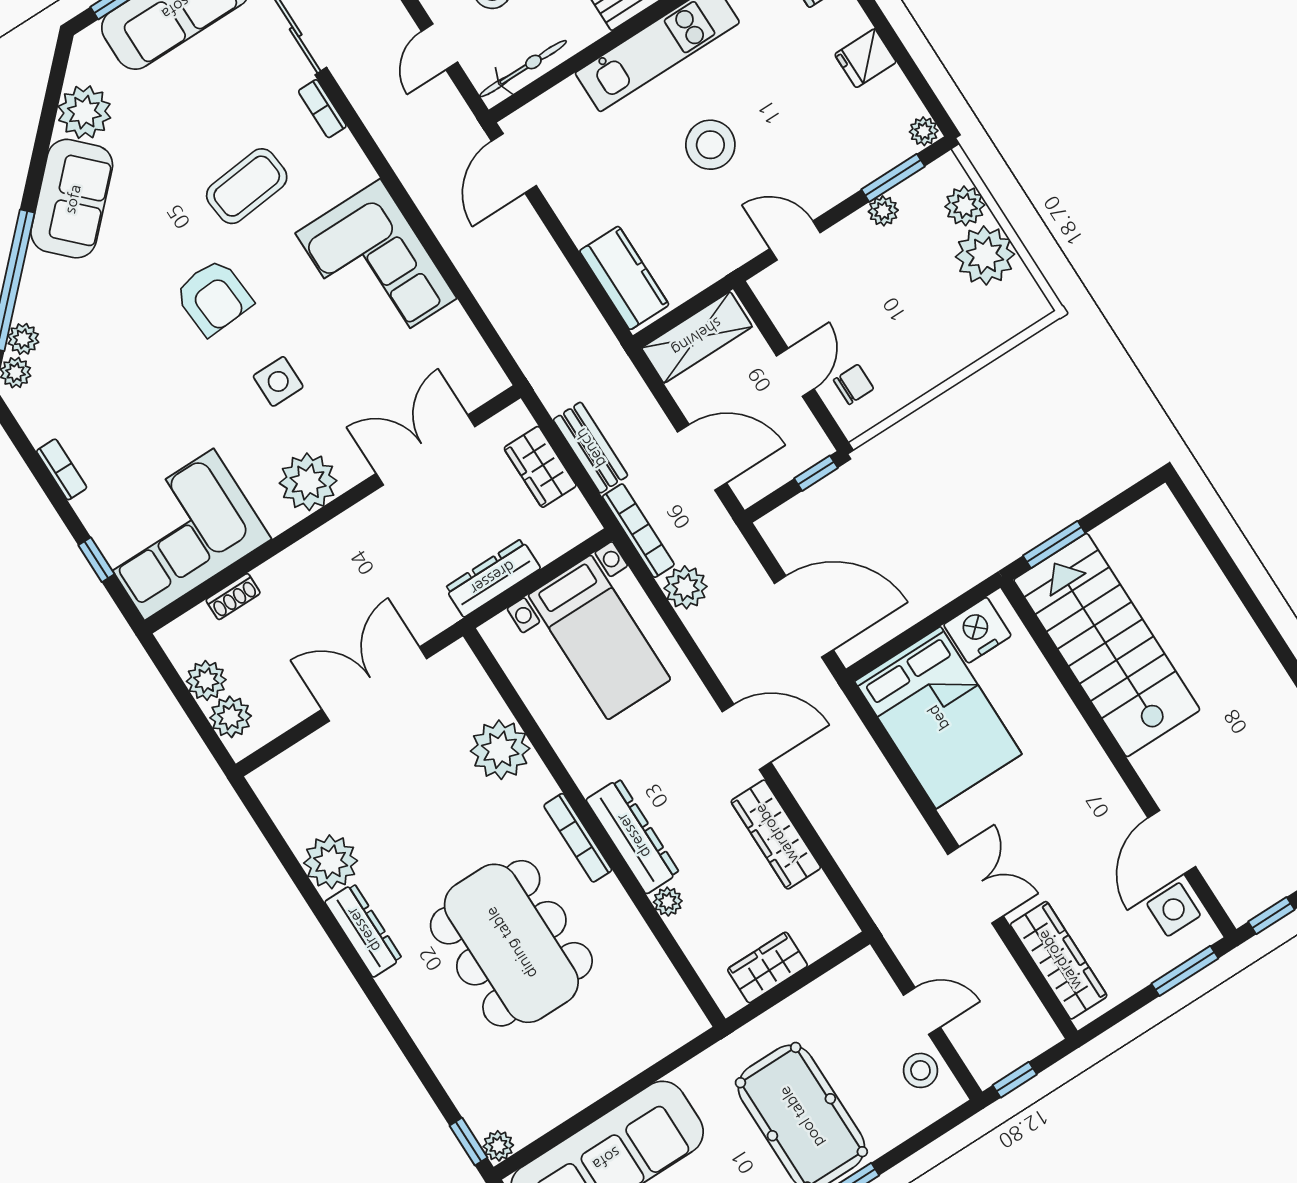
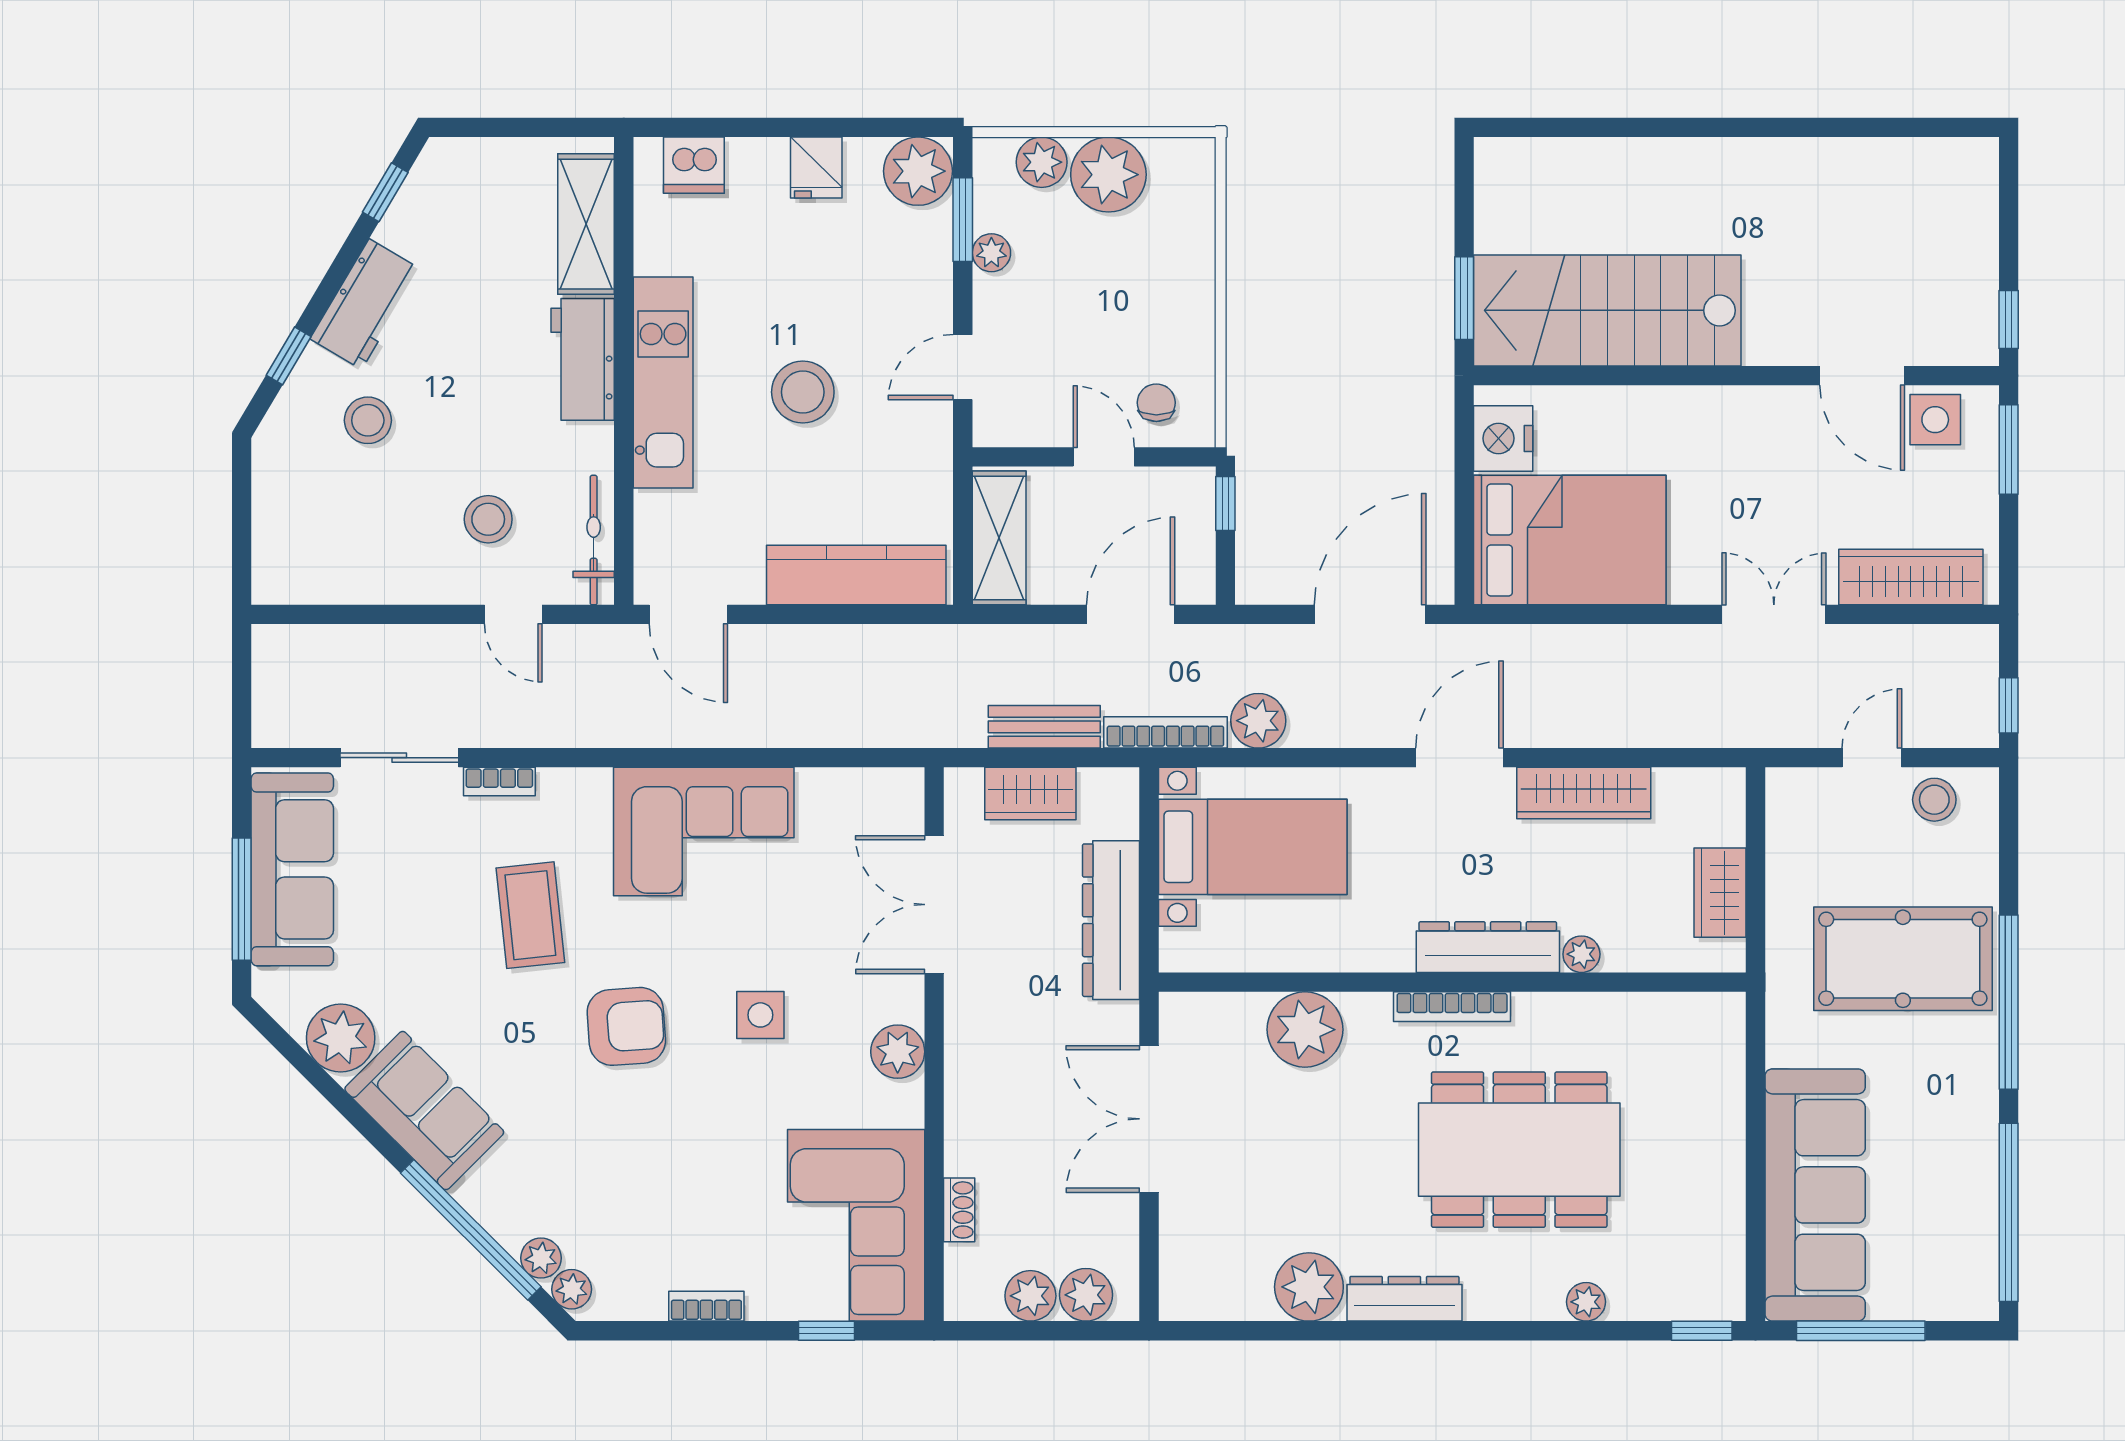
plant: (924, 131) -> (918, 171), width x1.87, depth x1.87
kitchen counter: (624, 278) -> (856, 575), width x1.50
plant: (308, 482) -> (898, 1052), width x0.73, depth x0.73
dresser: (493, 578) -> (1111, 920), width x1.37, depth x1.24
plant: (498, 1146) -> (1586, 1302), moved

